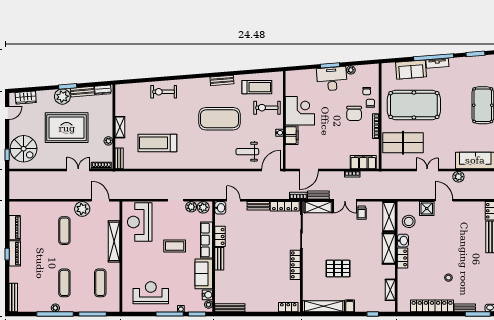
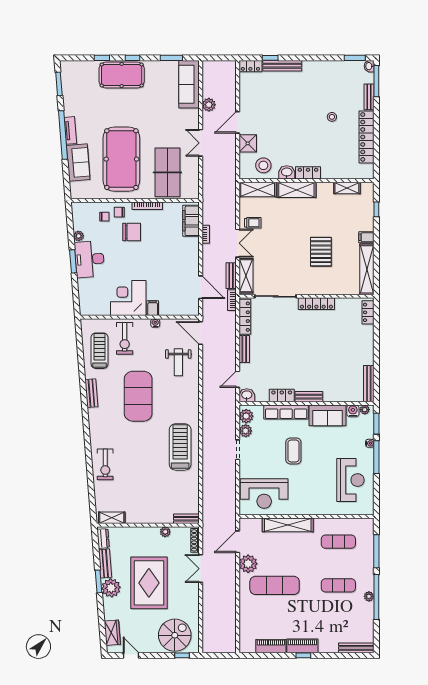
shelving: (120, 127) -> (112, 518), moved
filing cabinet: (292, 135) -> (153, 308), width x0.50
treadmill: (157, 143) -> (180, 447), moved, turned 180
exercise mat: (64, 231) -> (275, 585), width x1.36, depth x1.45
reception desk: (151, 293) -> (350, 480), turned 180

